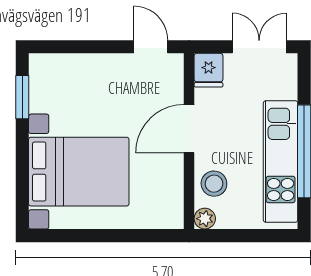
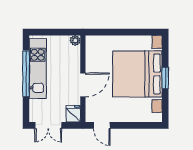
window: (22, 97) -> (165, 78), moved
bed with nightstands: (79, 172) -> (137, 74), width x1.36
stool: (214, 184) -> (71, 58), removed

